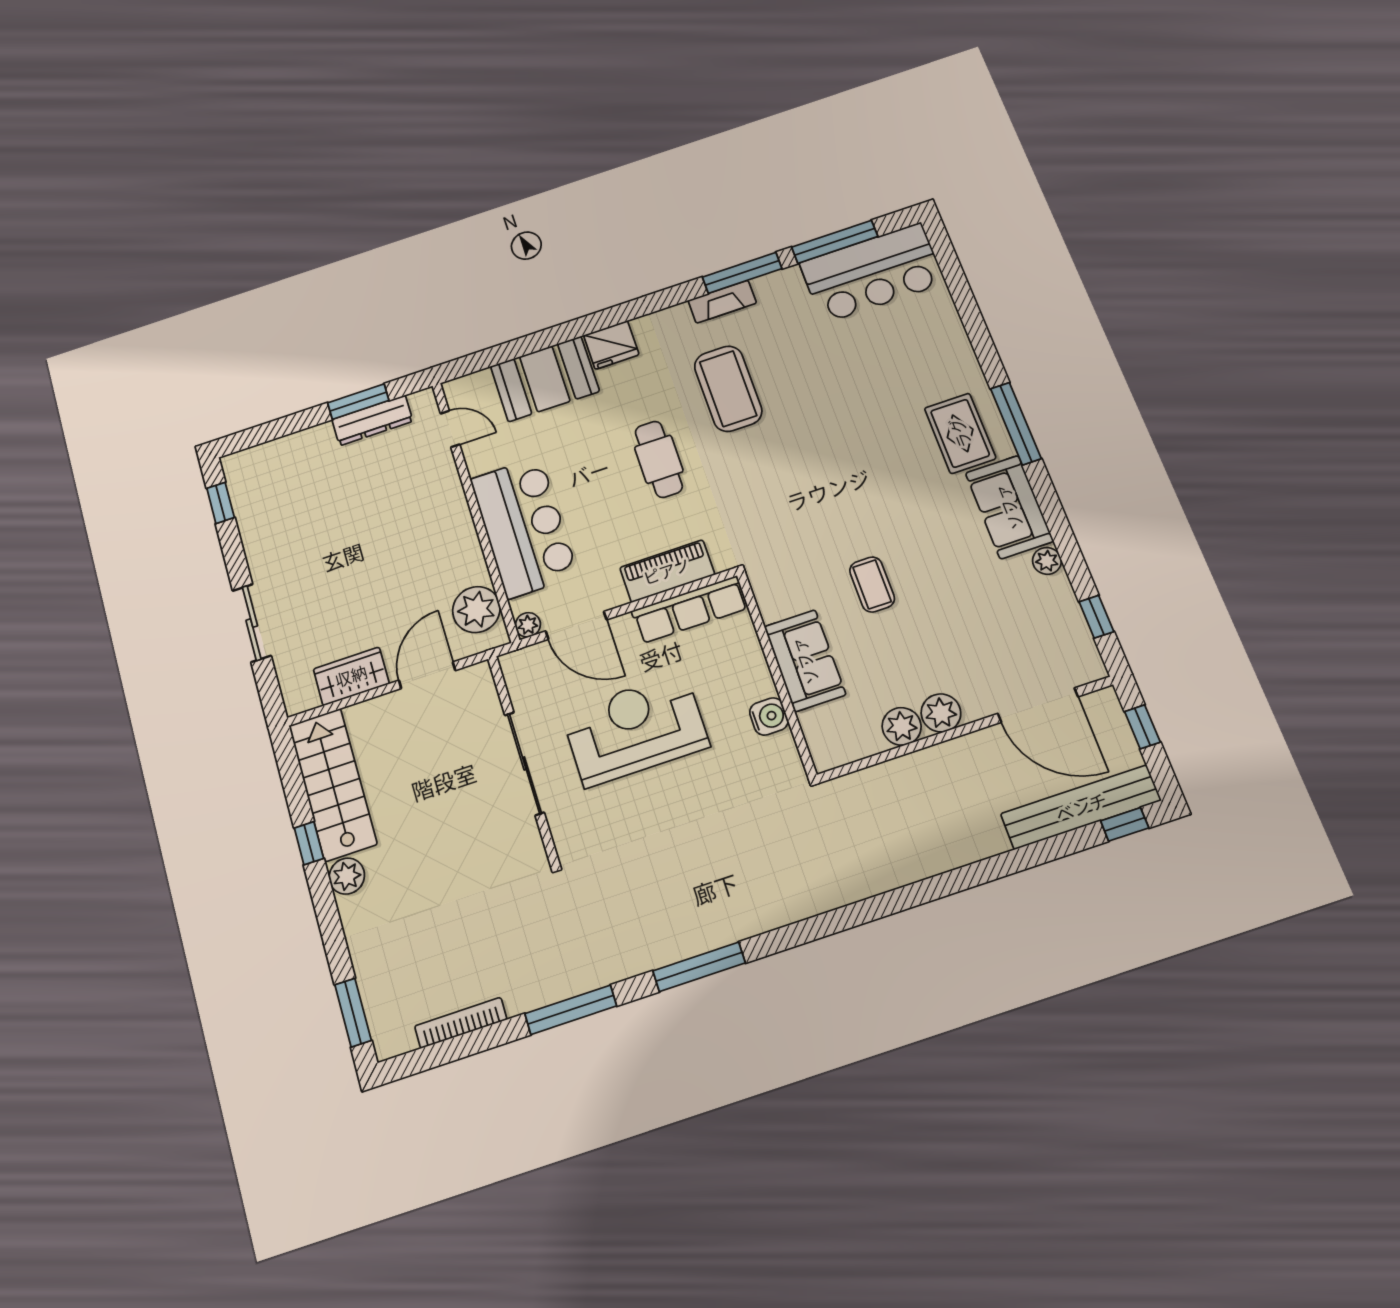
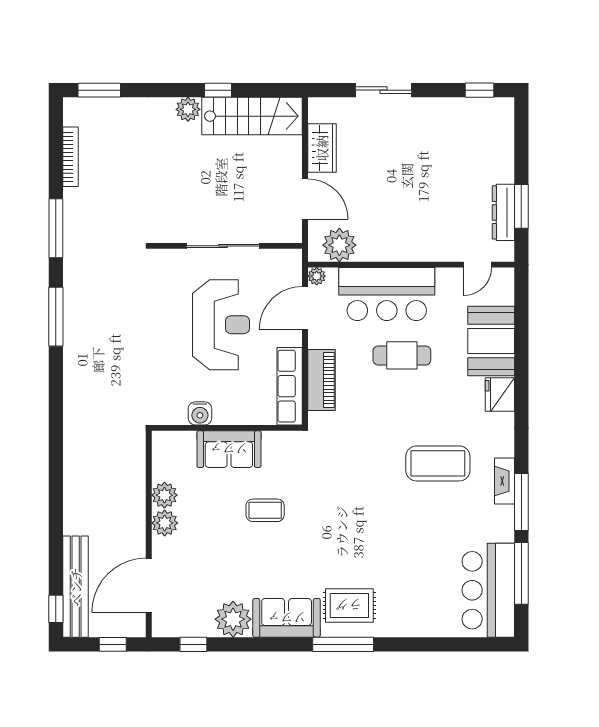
cafe table: (659, 459) -> (402, 355), moved
plant: (1047, 561) -> (233, 619), width x1.87, depth x1.87

